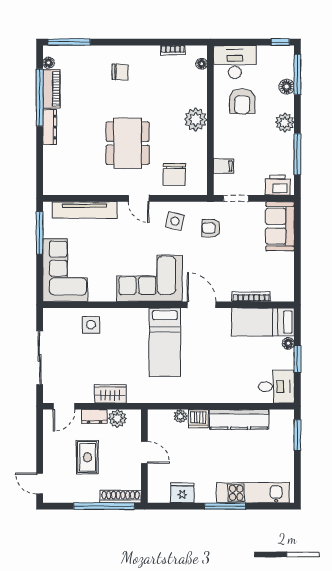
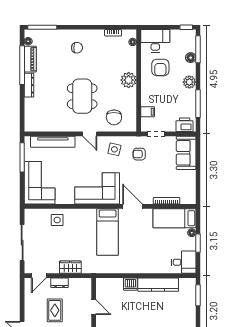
plant: (181, 416) -> (118, 282), removed
plant: (117, 418) -> (75, 284), removed

